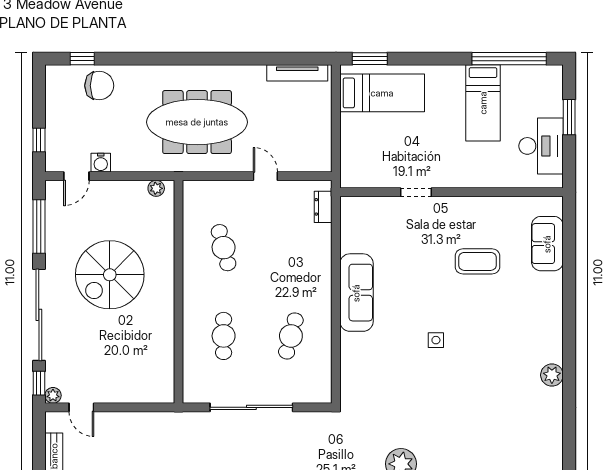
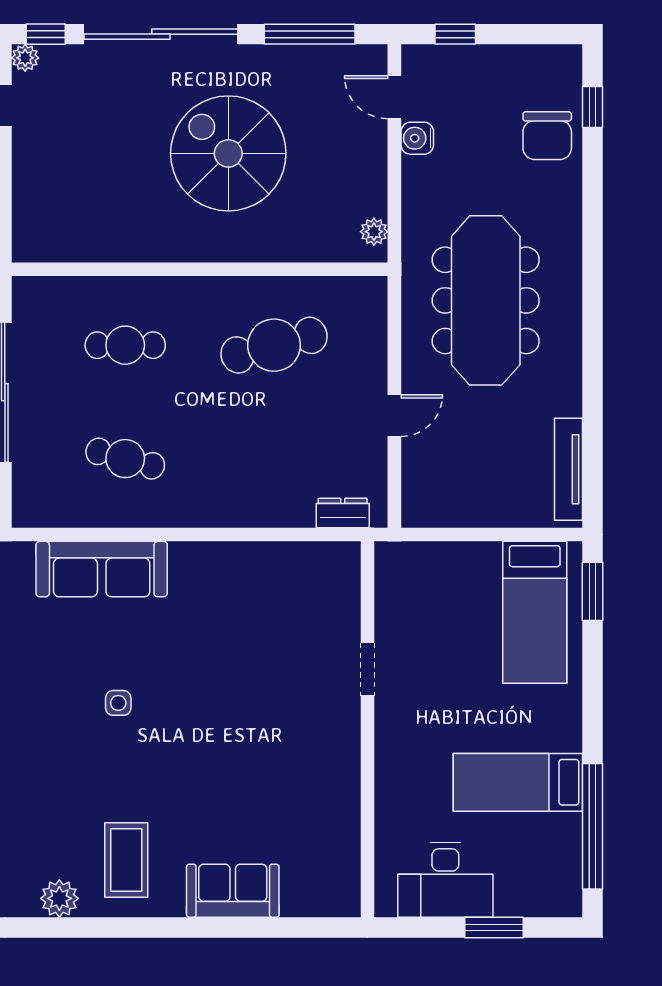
sofa: (547, 244) -> (233, 891), moved
cafe table: (224, 248) -> (274, 345), width x1.37, depth x1.35
coffee table: (477, 261) -> (126, 860), moved
sofa: (356, 293) -> (102, 569), moved

